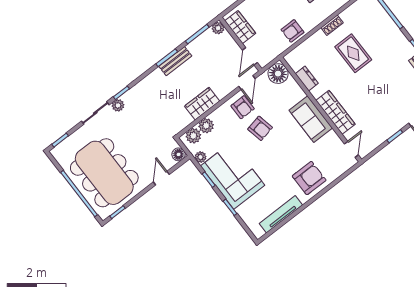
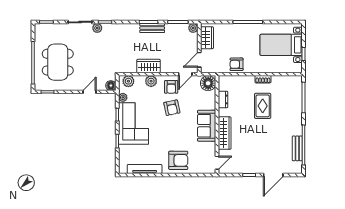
plant: (206, 126) -> (151, 81), moved
dining table: (104, 173) -> (58, 62), width x0.73, depth x0.80

